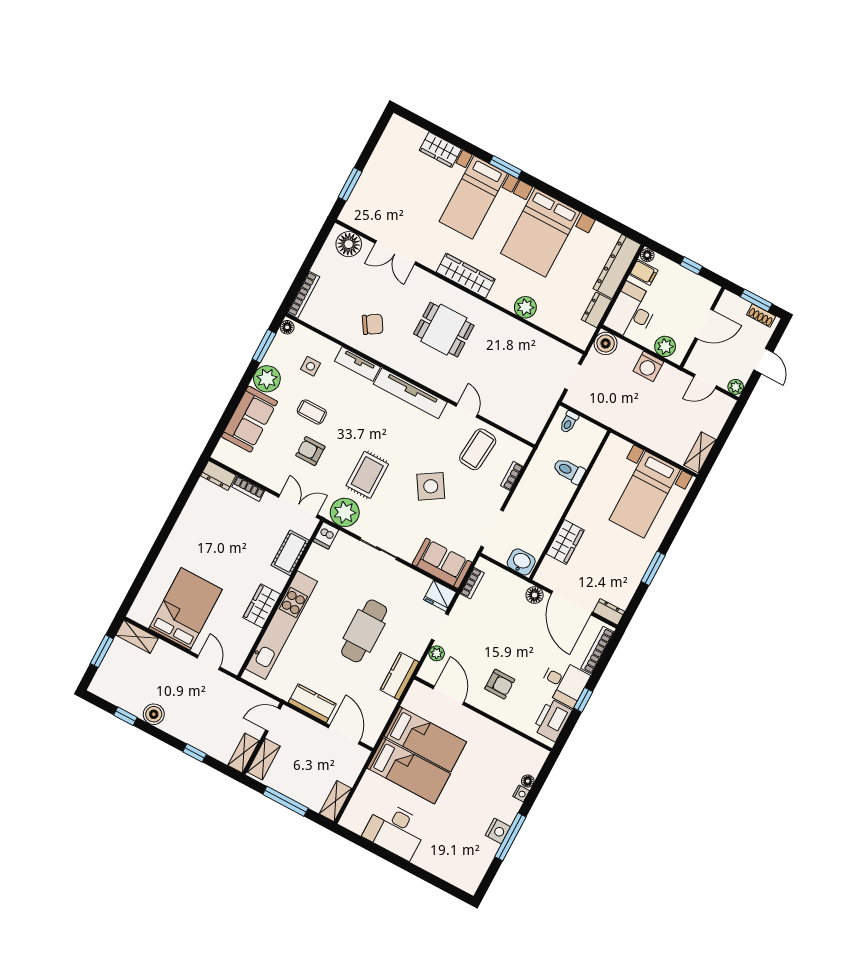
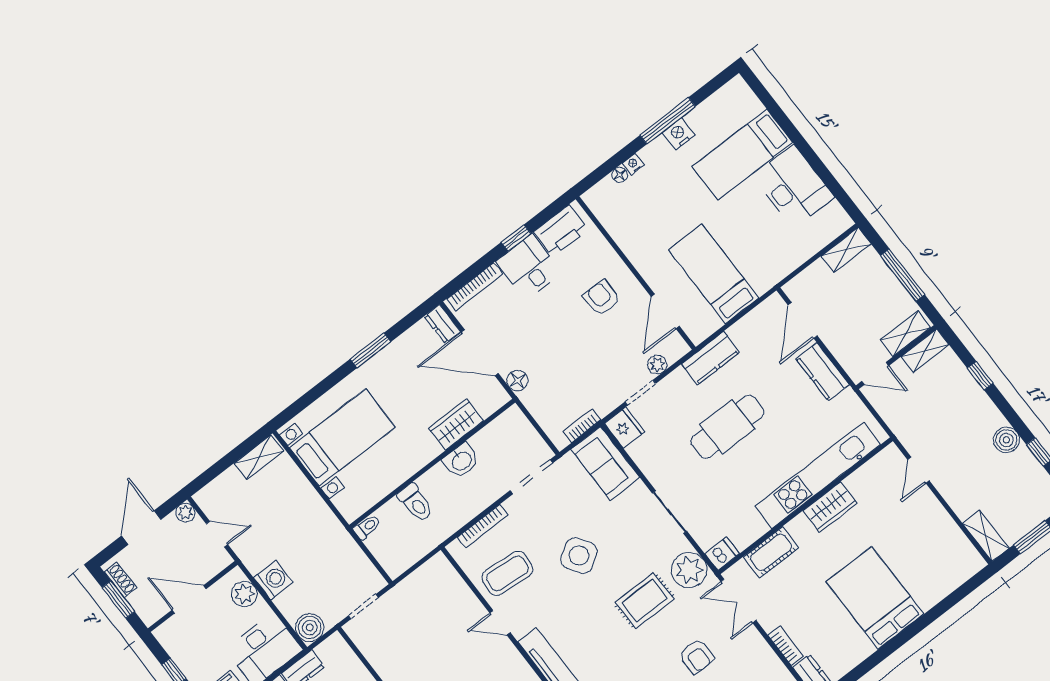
door: (763, 361) -> (141, 528), width x1.38
door: (467, 410) -> (500, 623), hinge flipped
toilet: (569, 422) -> (367, 527), moved
bookcase: (512, 476) -> (483, 526), width x1.56
washbasin: (521, 562) -> (461, 461), moved, turned -90
door: (572, 603) -> (480, 353), swing flipped
bed: (186, 609) -> (875, 598), moved, turned 90
bed: (409, 771) -> (742, 154), moved, turned -90

